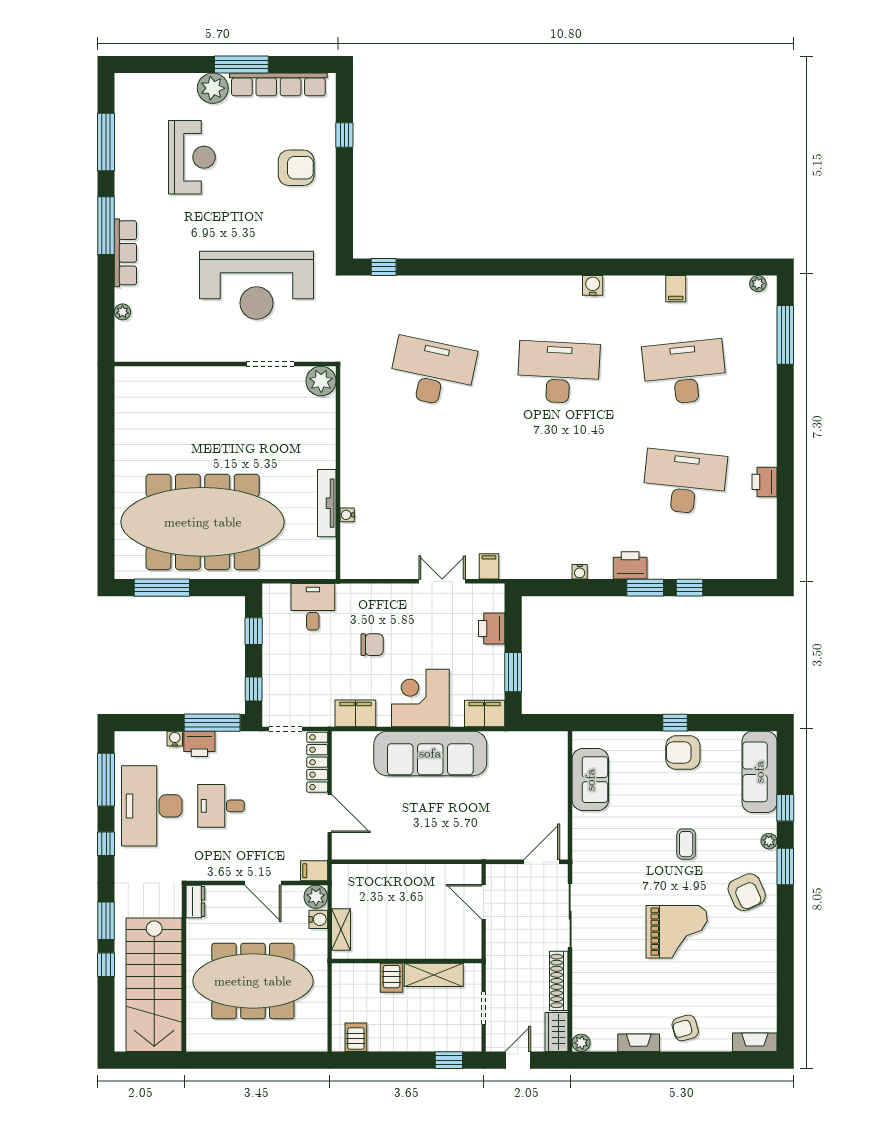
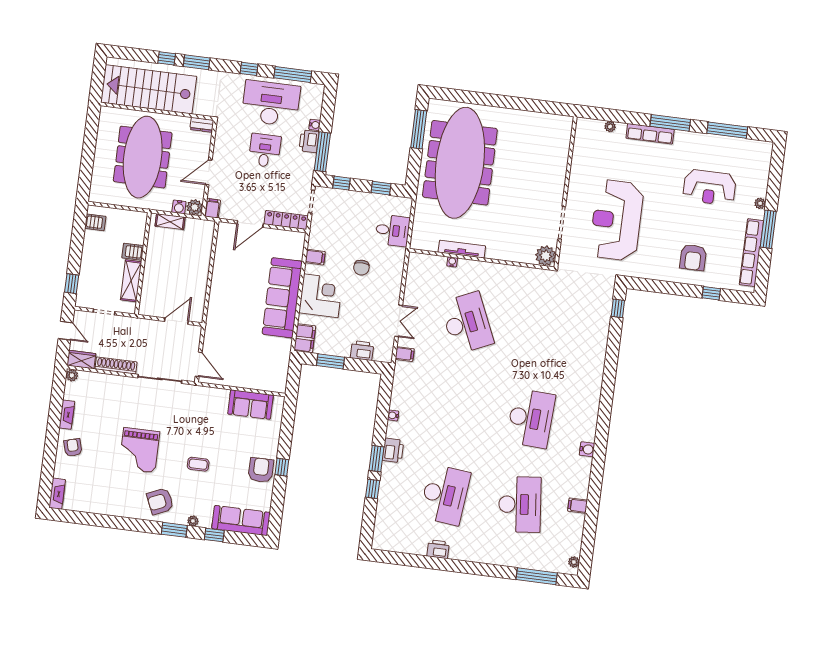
plant: (213, 88) -> (760, 203), width x0.53, depth x0.53
desk: (432, 372) -> (467, 323), moved, turned -36
filing cabinet: (355, 713) -> (315, 257), width x0.50

